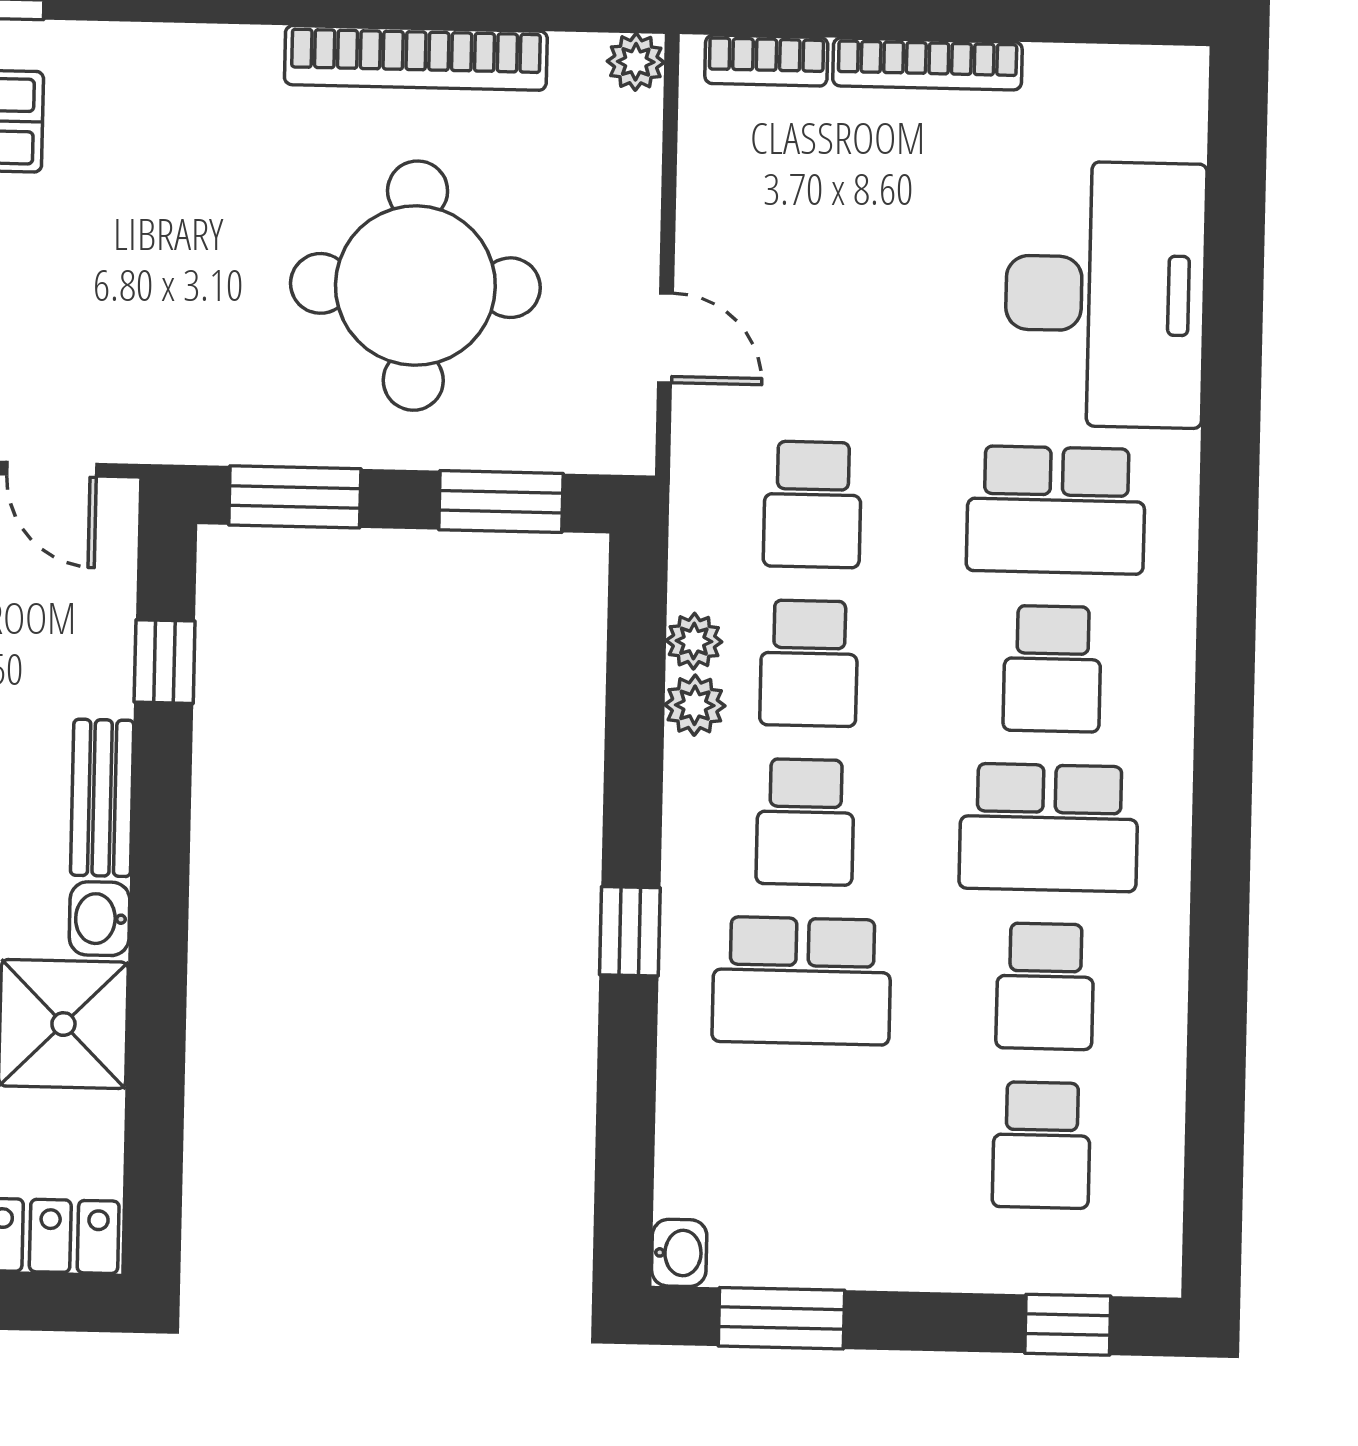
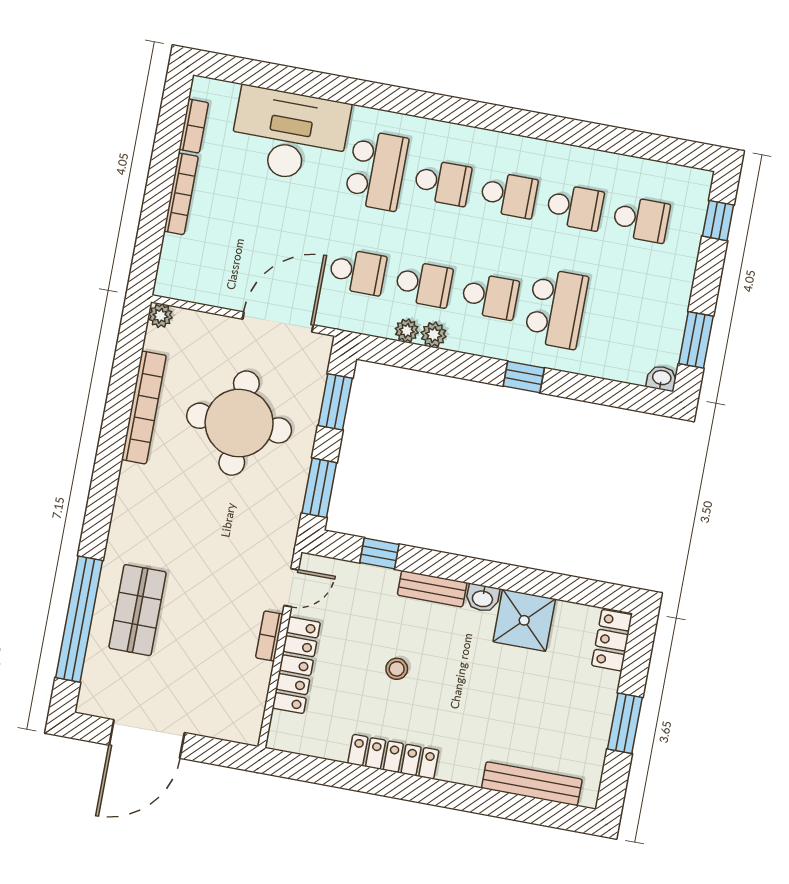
bookcase: (766, 61) -> (194, 126), moved
door: (665, 338) -> (278, 322), width x1.87
school desk: (1049, 828) -> (509, 195), width x0.54

